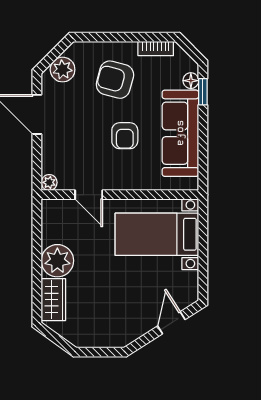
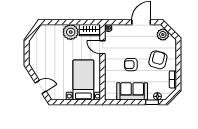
sofa: (180, 133) -> (132, 91), width x0.73
door: (89, 195) -> (102, 47), hinge flipped
wardrobe: (53, 300) -> (89, 30), moved

